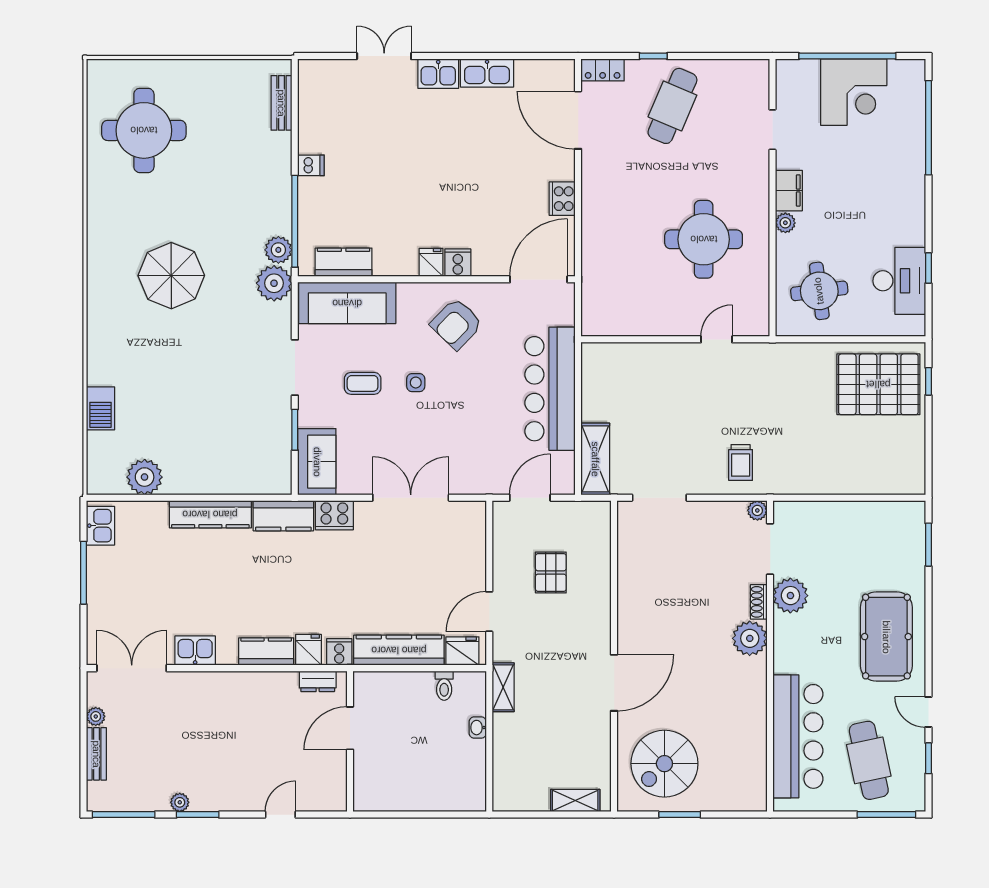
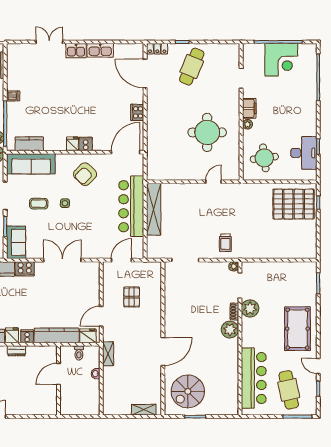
shelving: (595, 459) -> (154, 209), moved, width x1.47
door: (350, 728) -> (59, 374), moved
wall: (350, 741) -> (59, 380), moved

